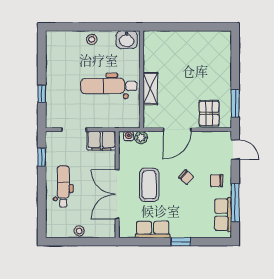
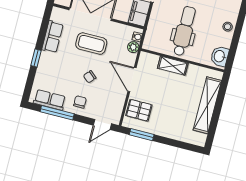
shelving: (184, 39) -> (207, 105), added

